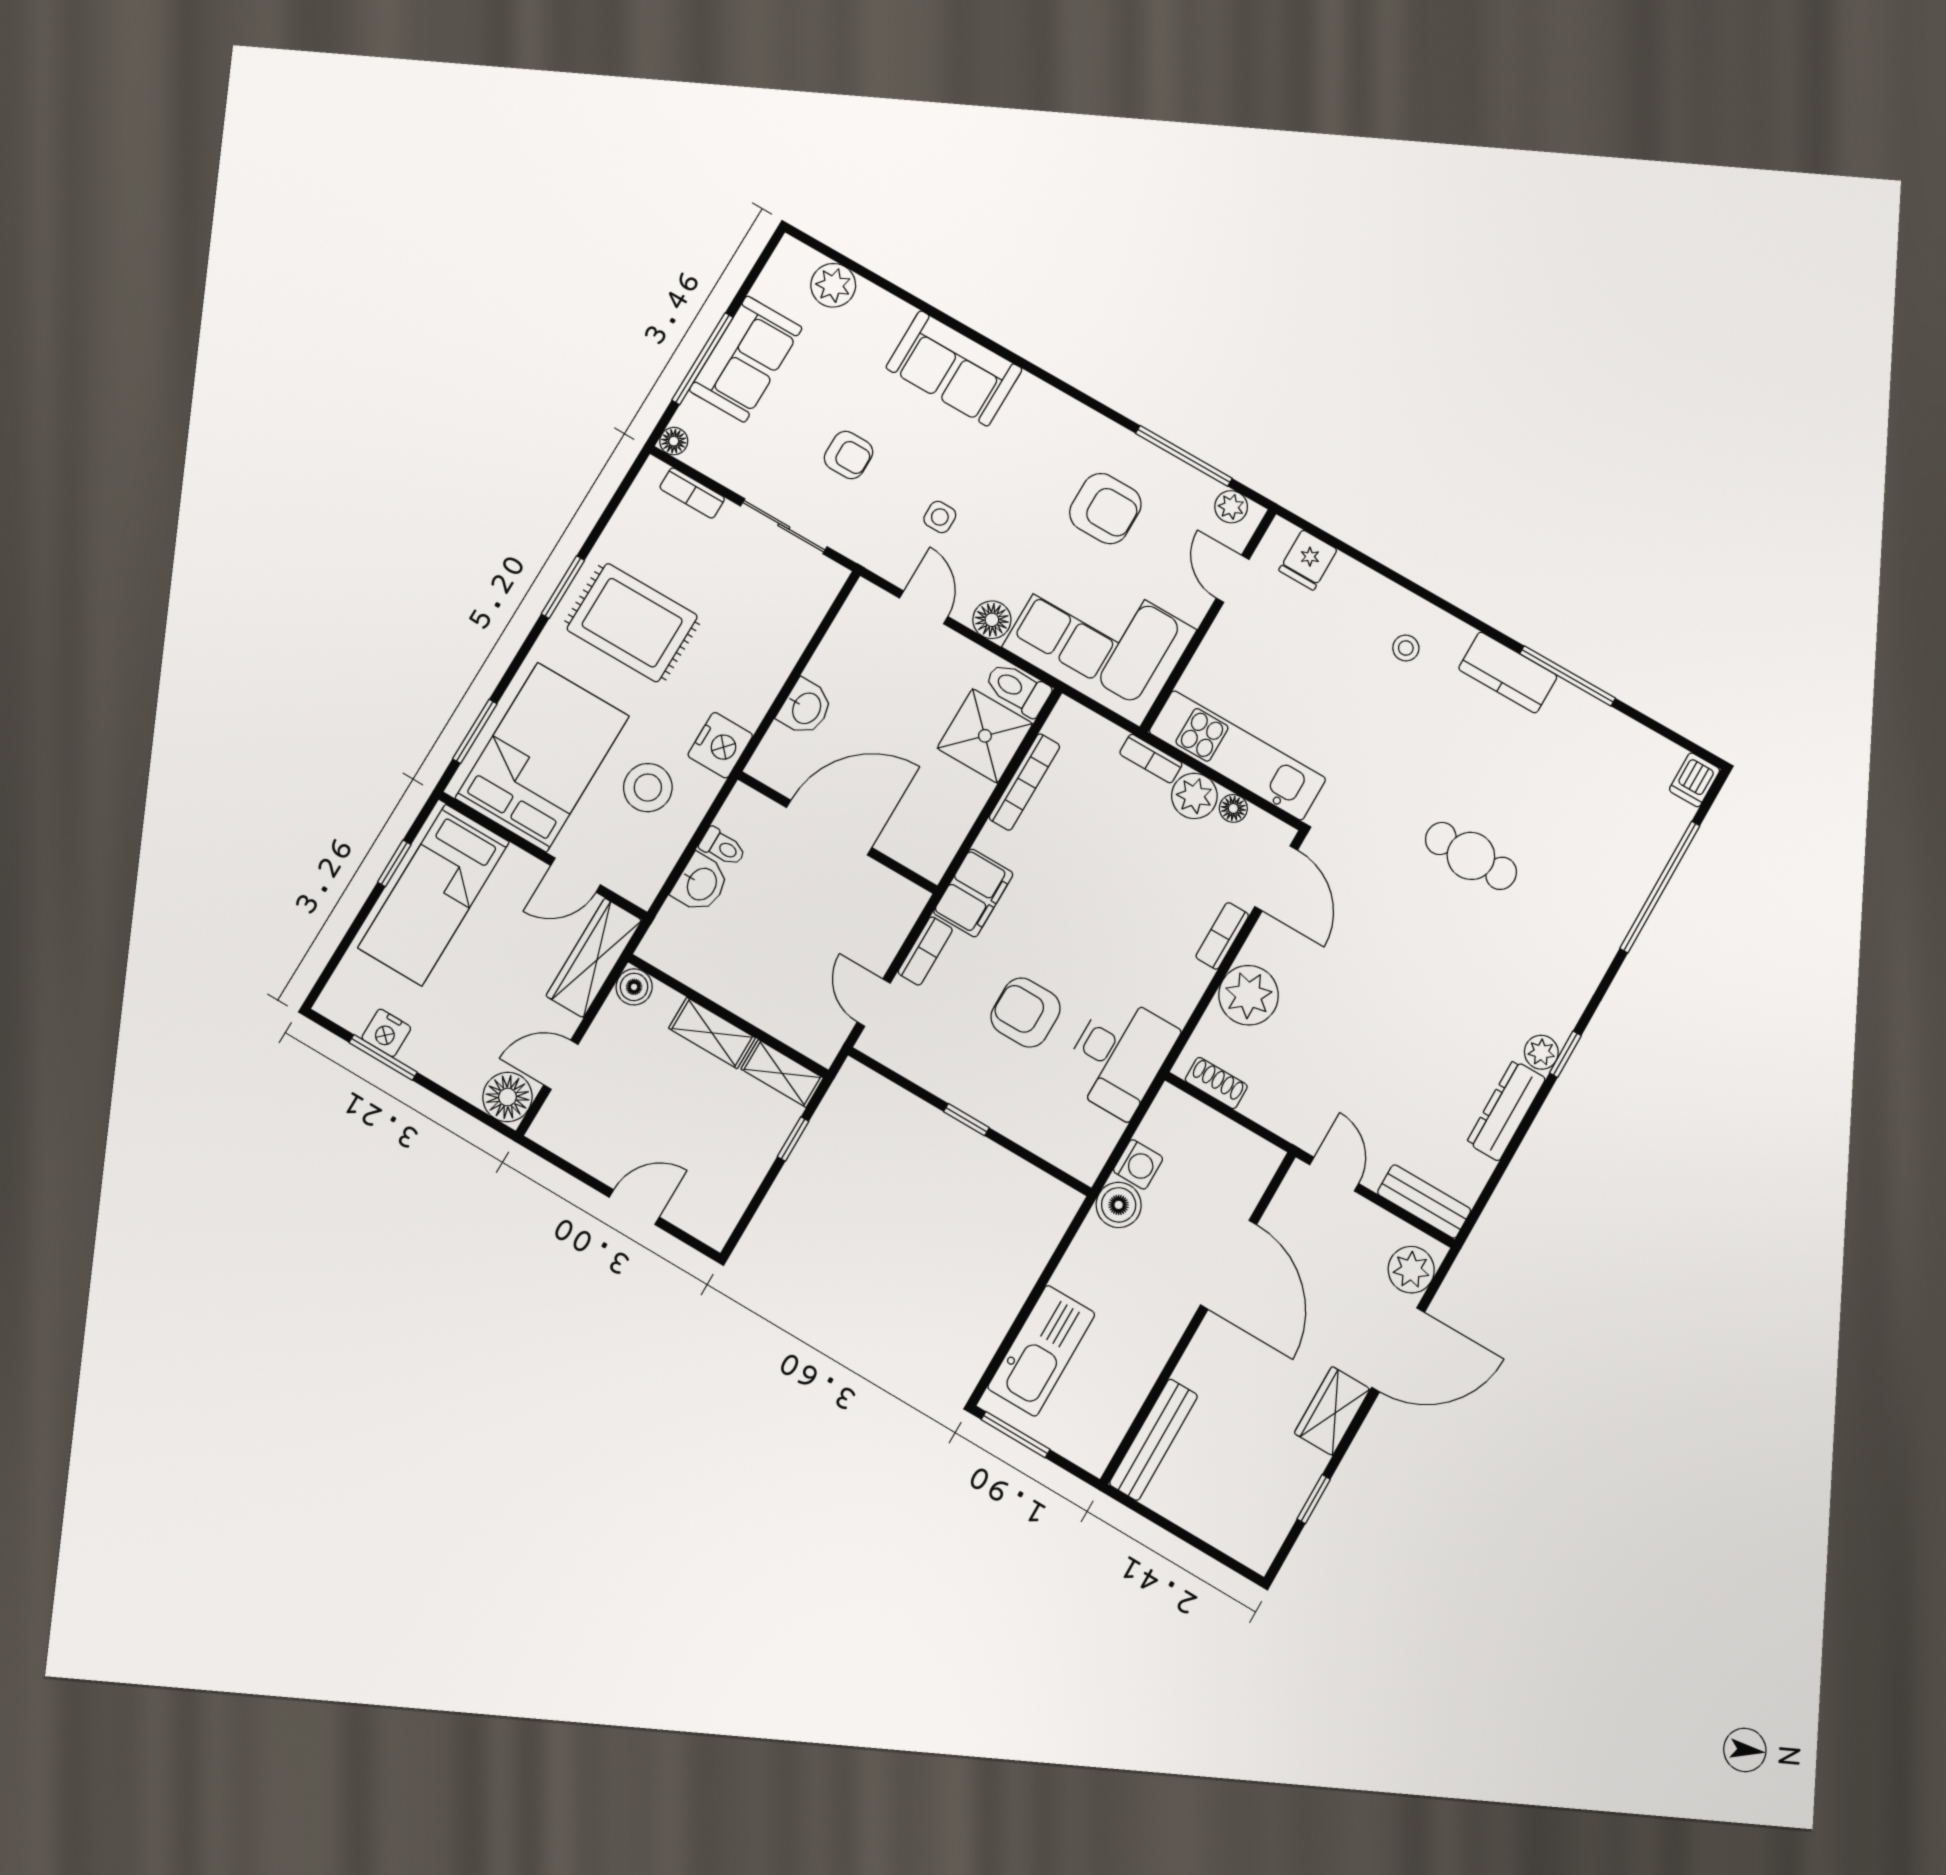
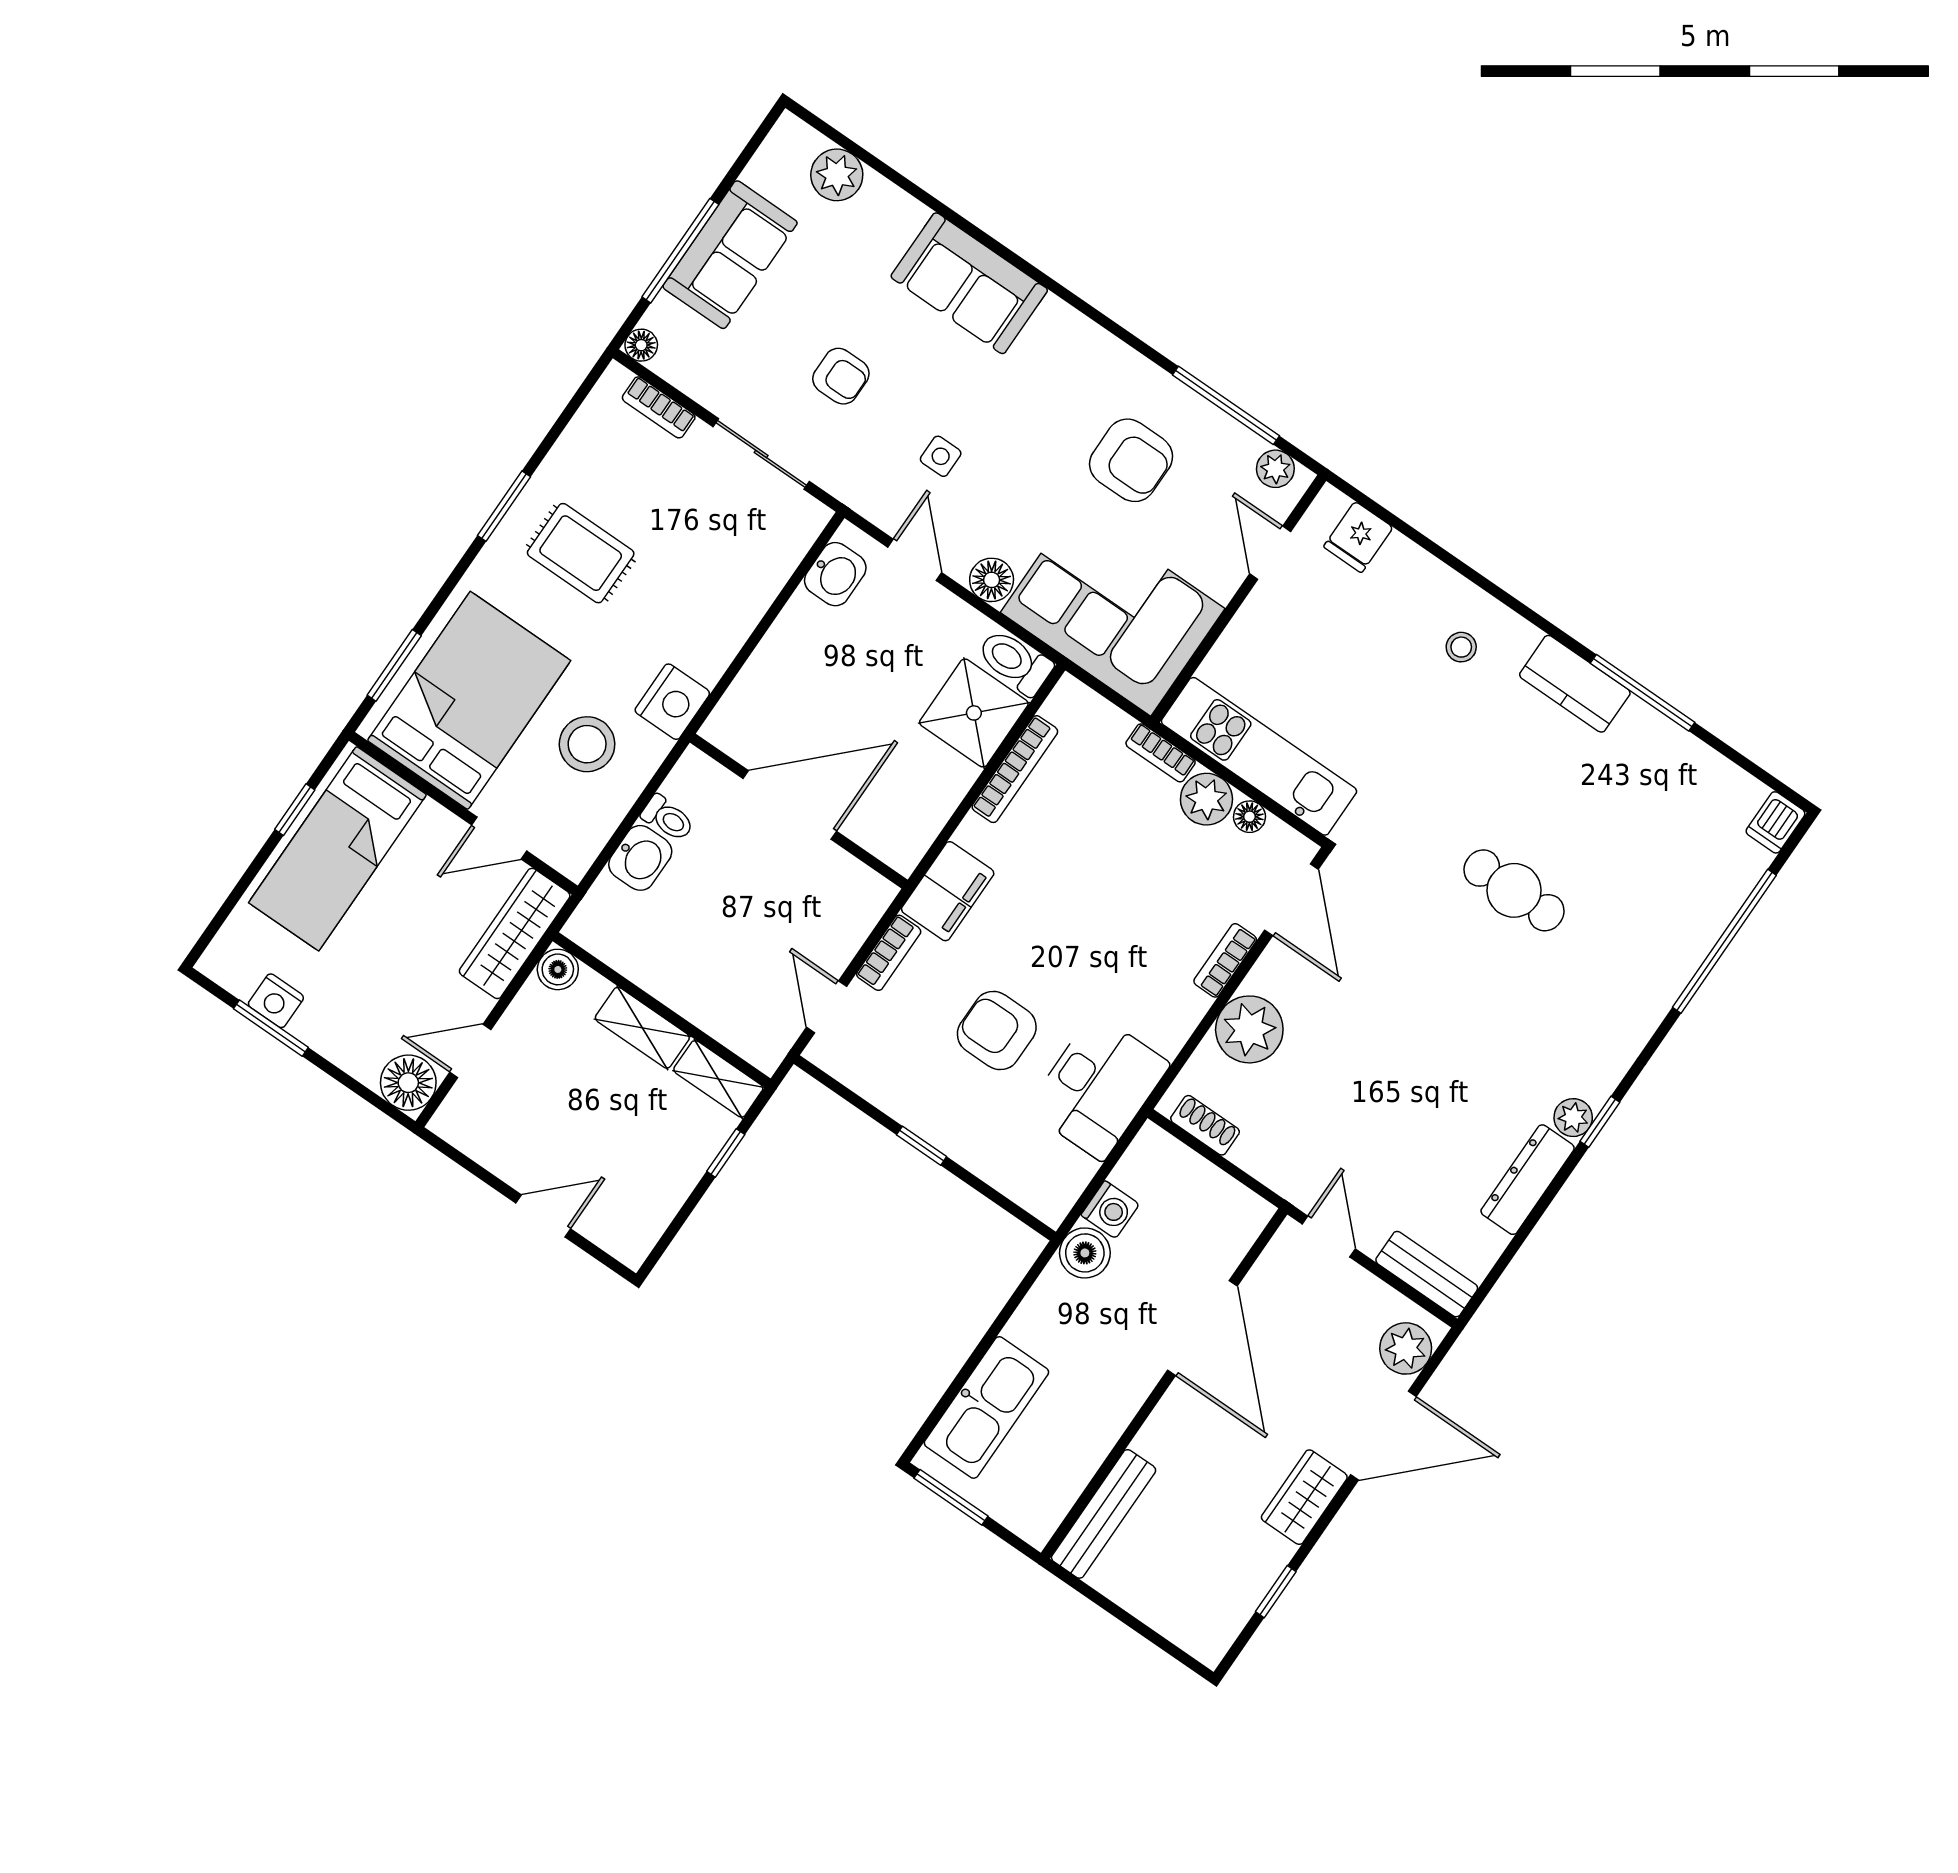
rug: (632, 623) -> (581, 553), width x0.73, depth x0.70
washbasin: (806, 708) -> (835, 574), moved

